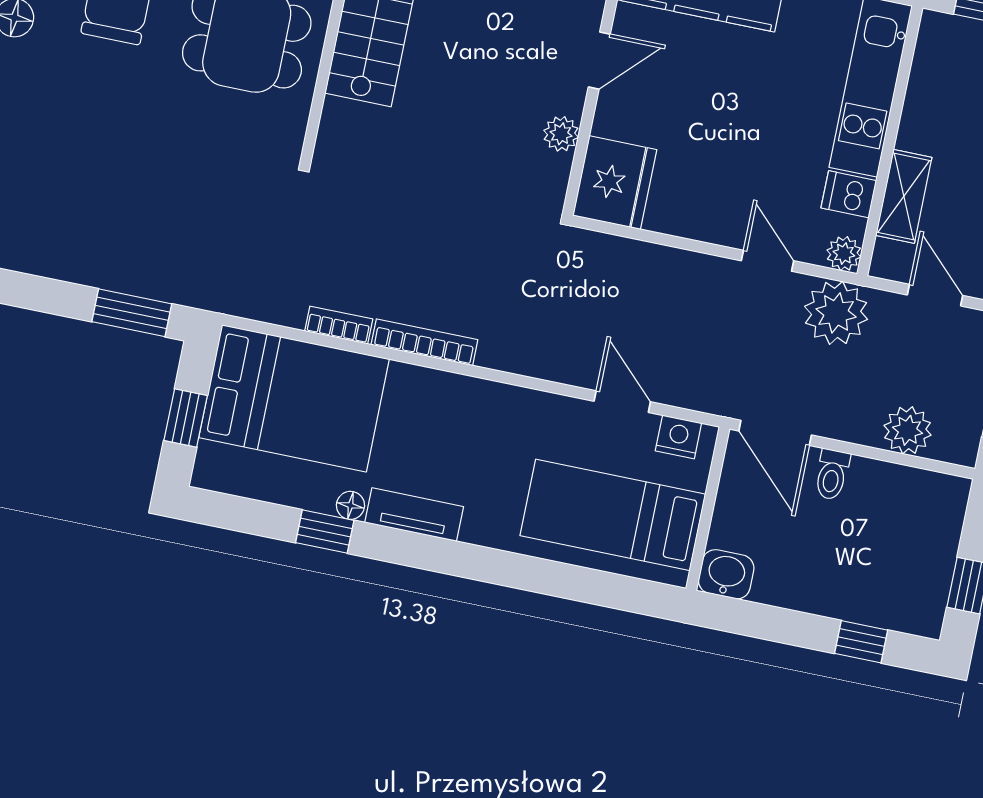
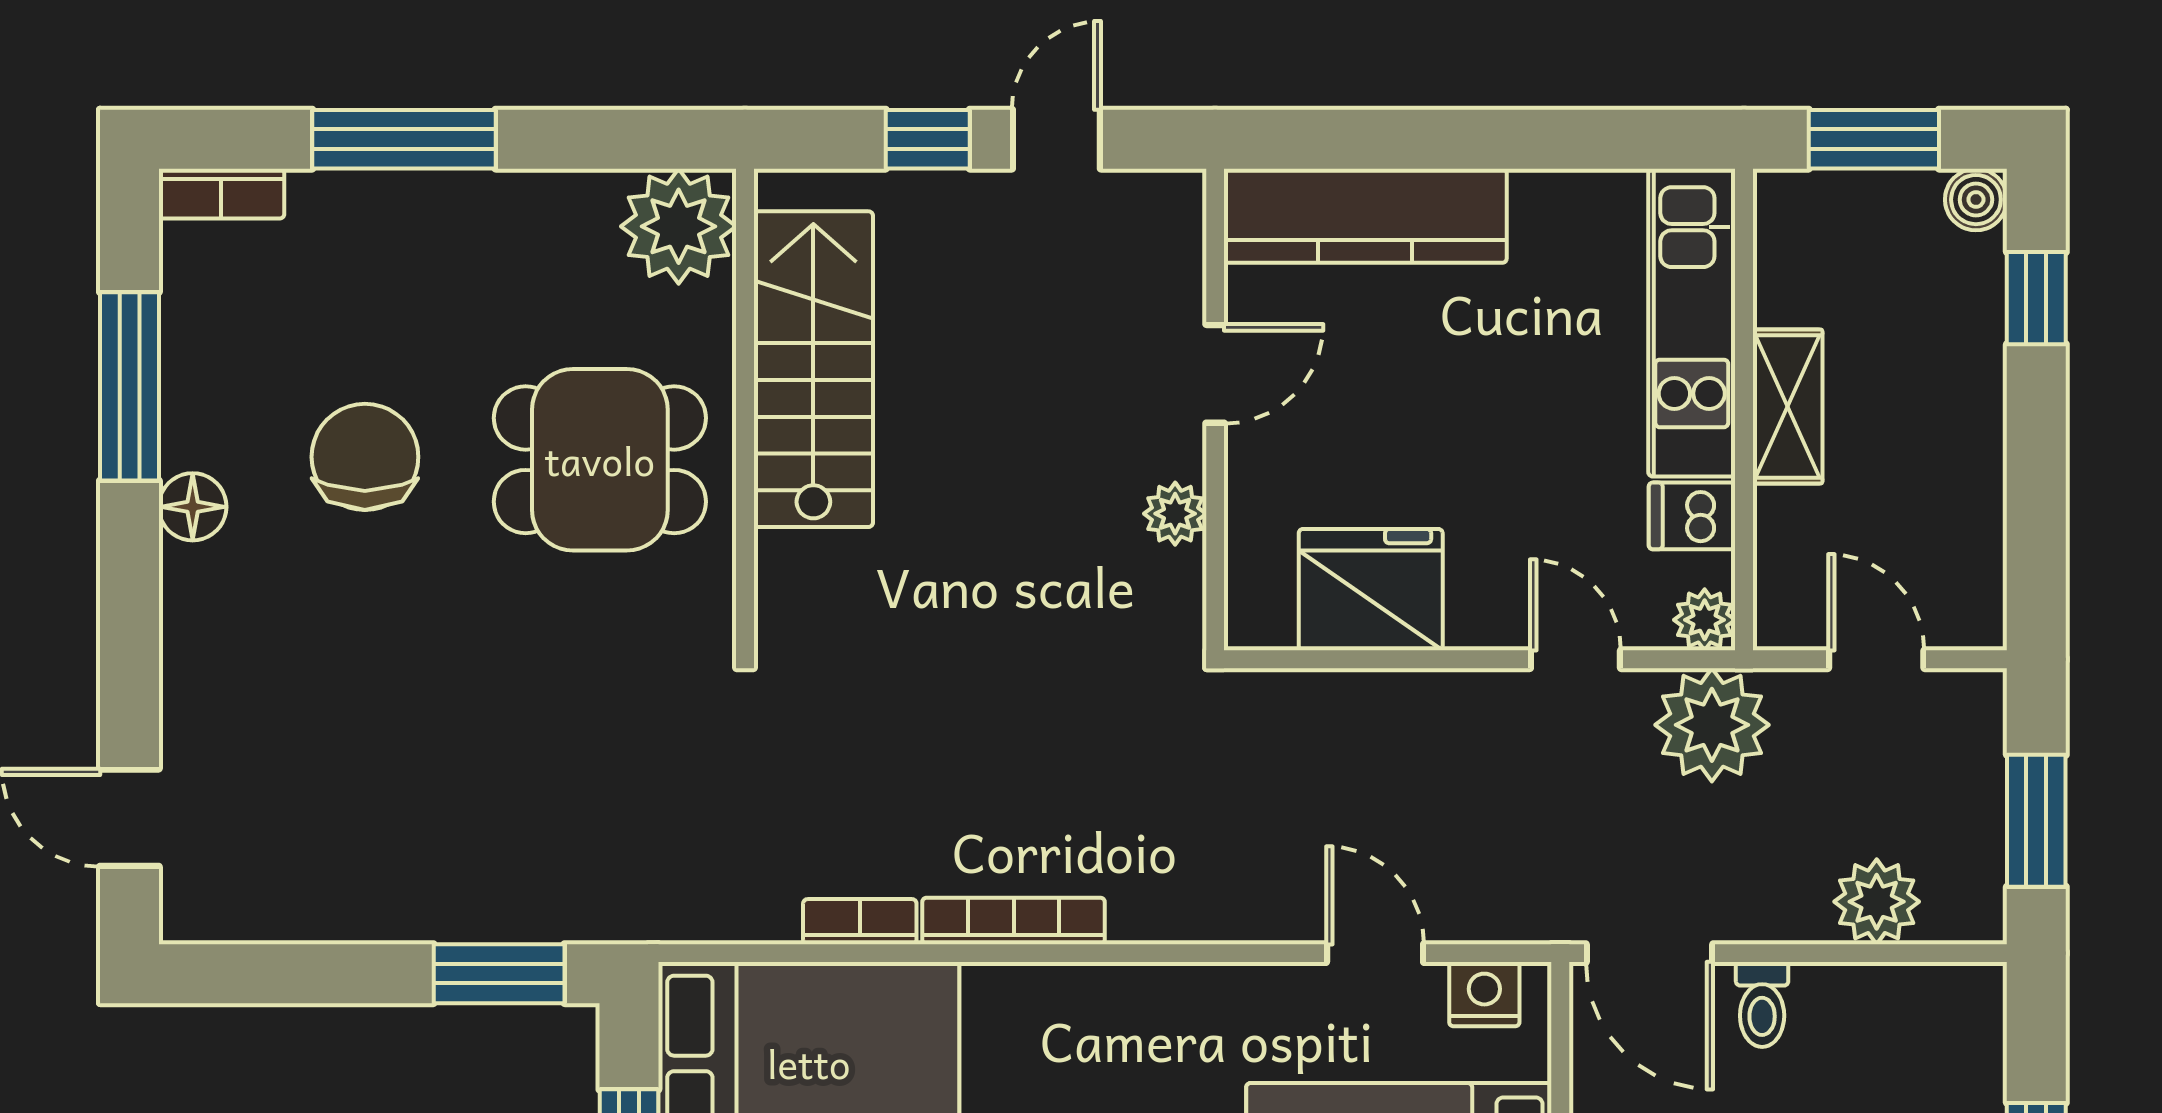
fridge: (615, 183) -> (1371, 590), moved, turned -90
shelving: (904, 196) -> (1788, 407), moved

